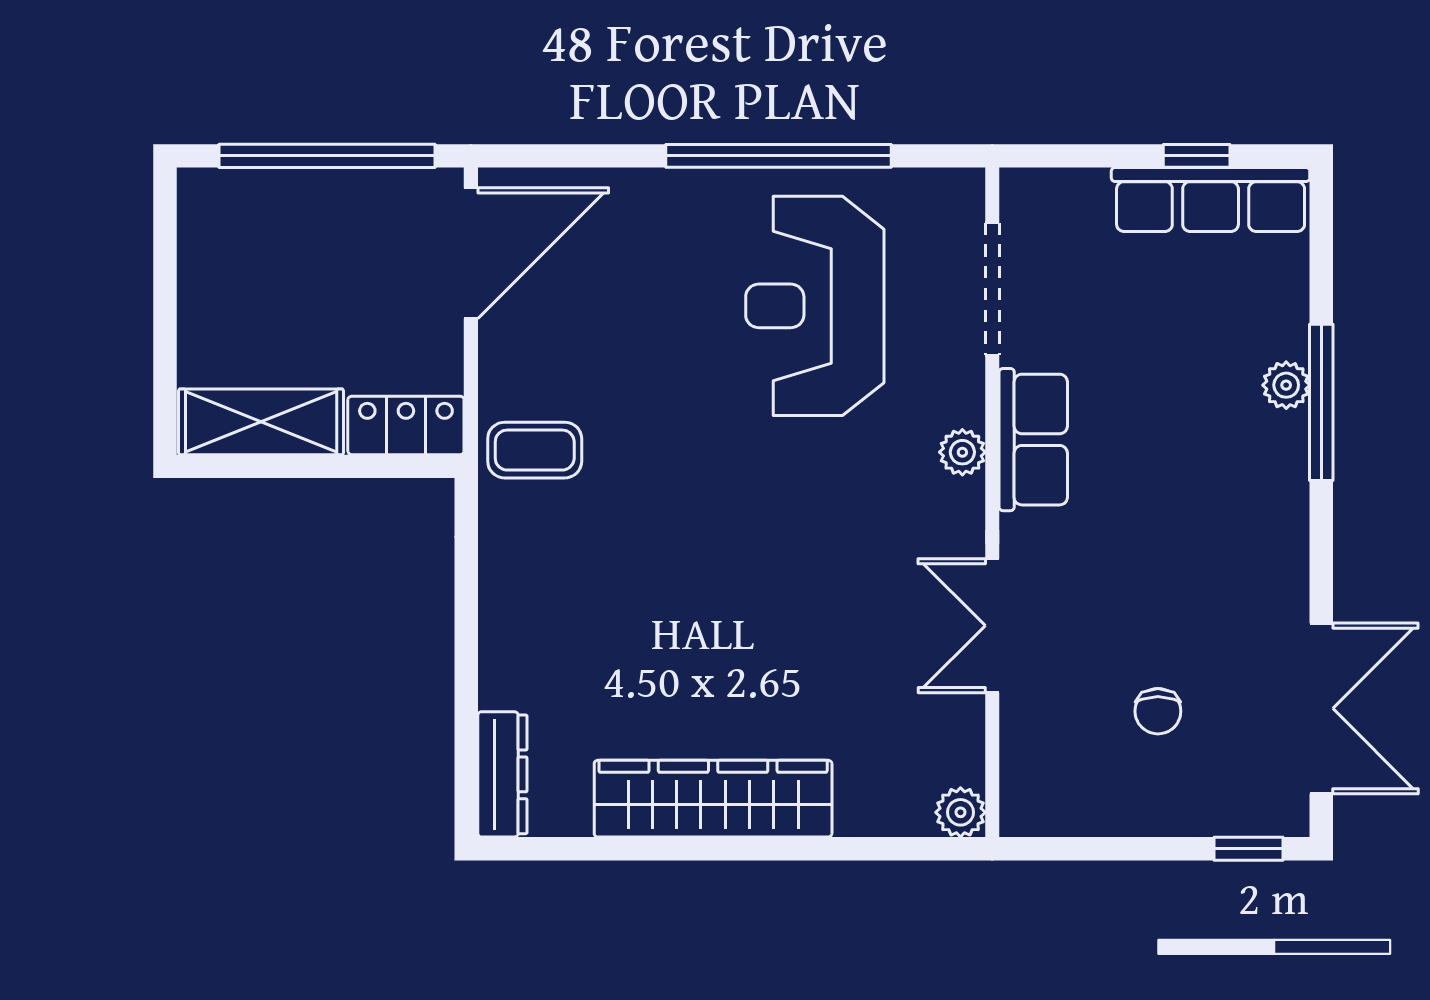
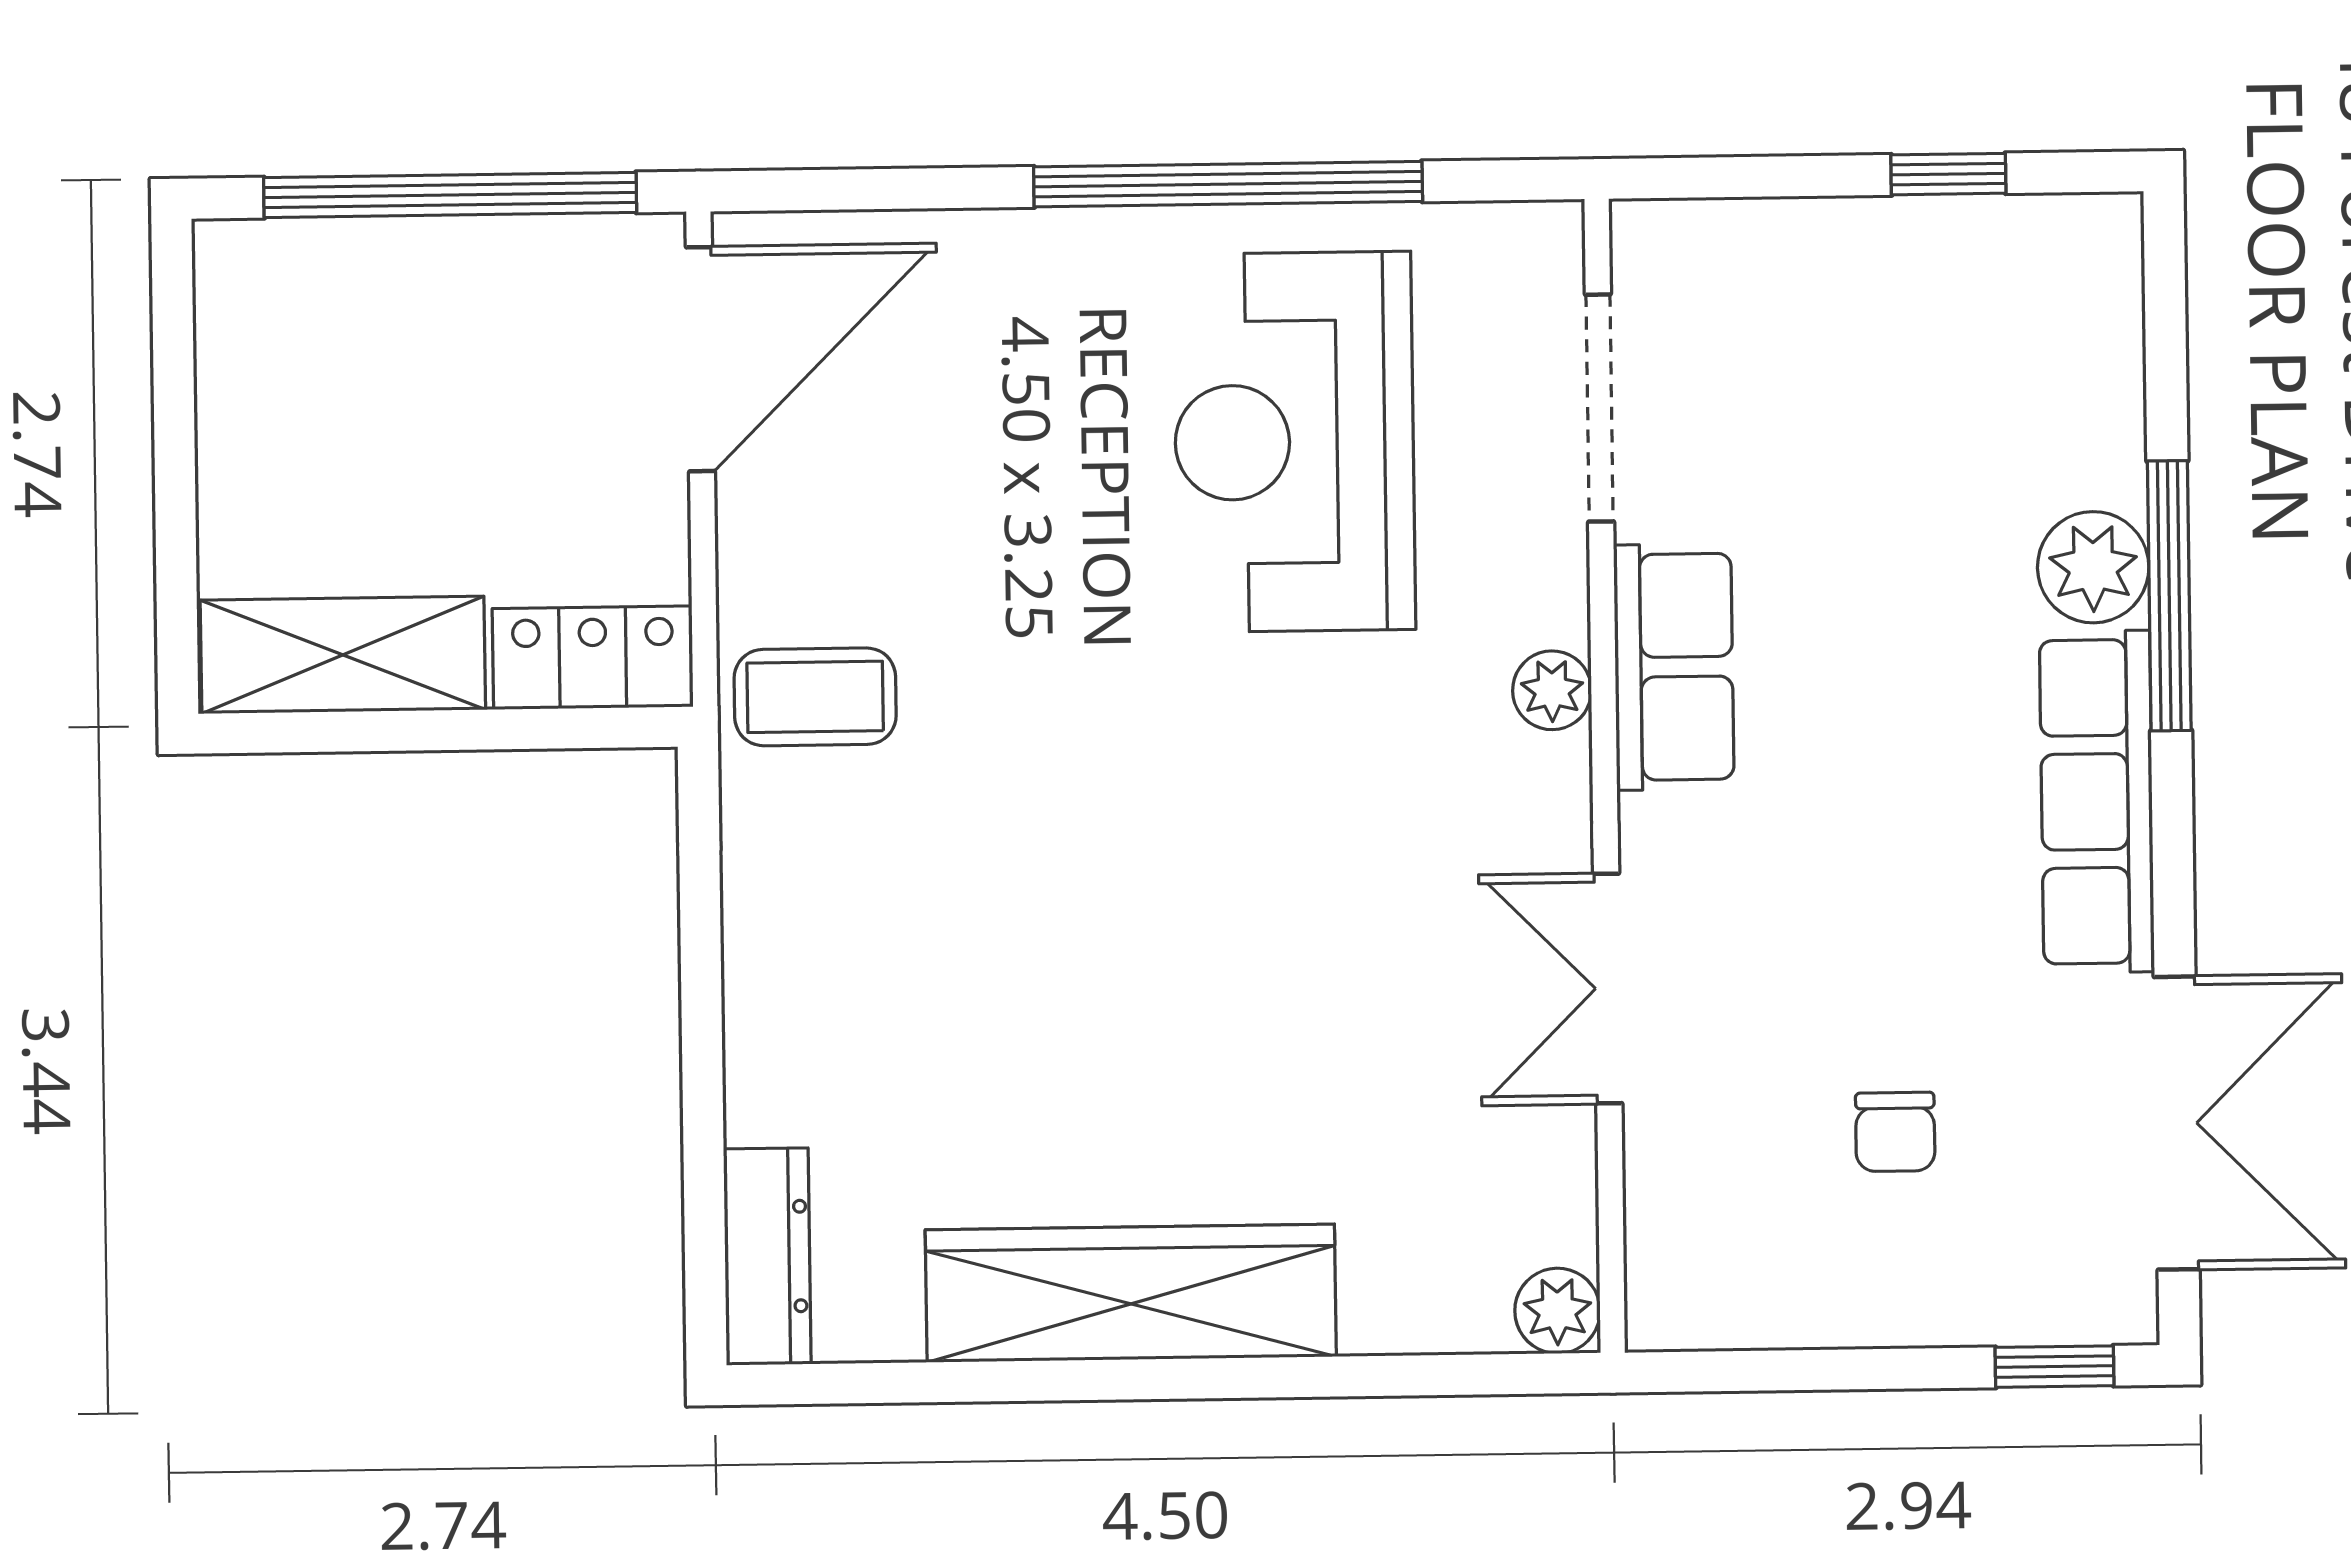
row of seats: (1211, 200) -> (2097, 802), moved, turned 90
plant: (1286, 385) -> (2093, 567), width x1.38, depth x1.38

